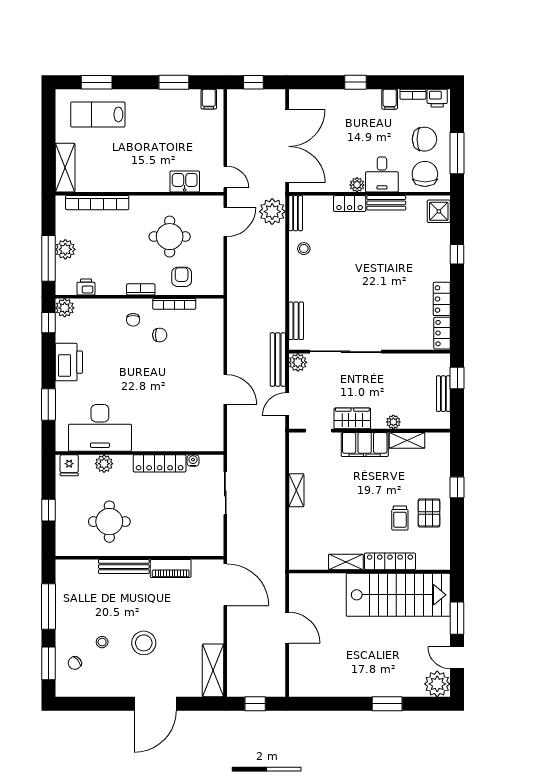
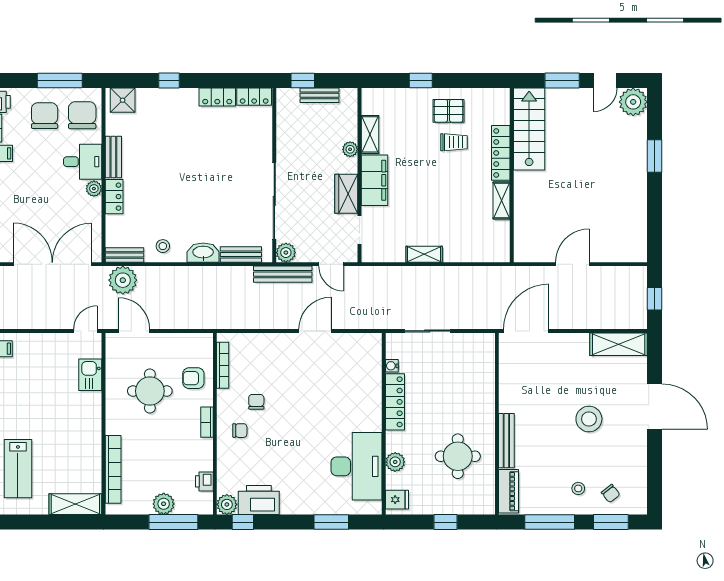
chair: (425, 174) -> (82, 115), turned 90
washbasin: (298, 286) -> (203, 253), added
bookcase: (174, 304) -> (223, 365), moved
printer: (69, 362) -> (259, 500), moved
piano: (171, 569) -> (509, 491), moved
stairs: (398, 595) -> (529, 129), width x0.73, depth x0.66
stool: (102, 642) -> (578, 488), moved

